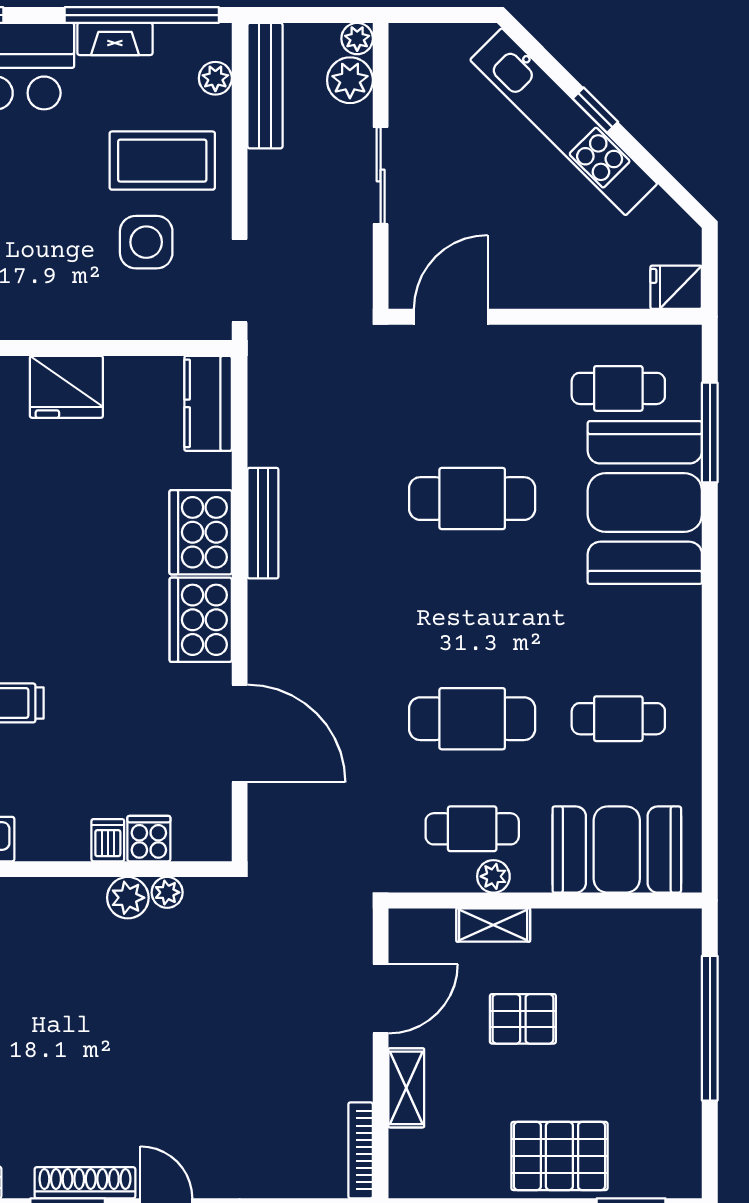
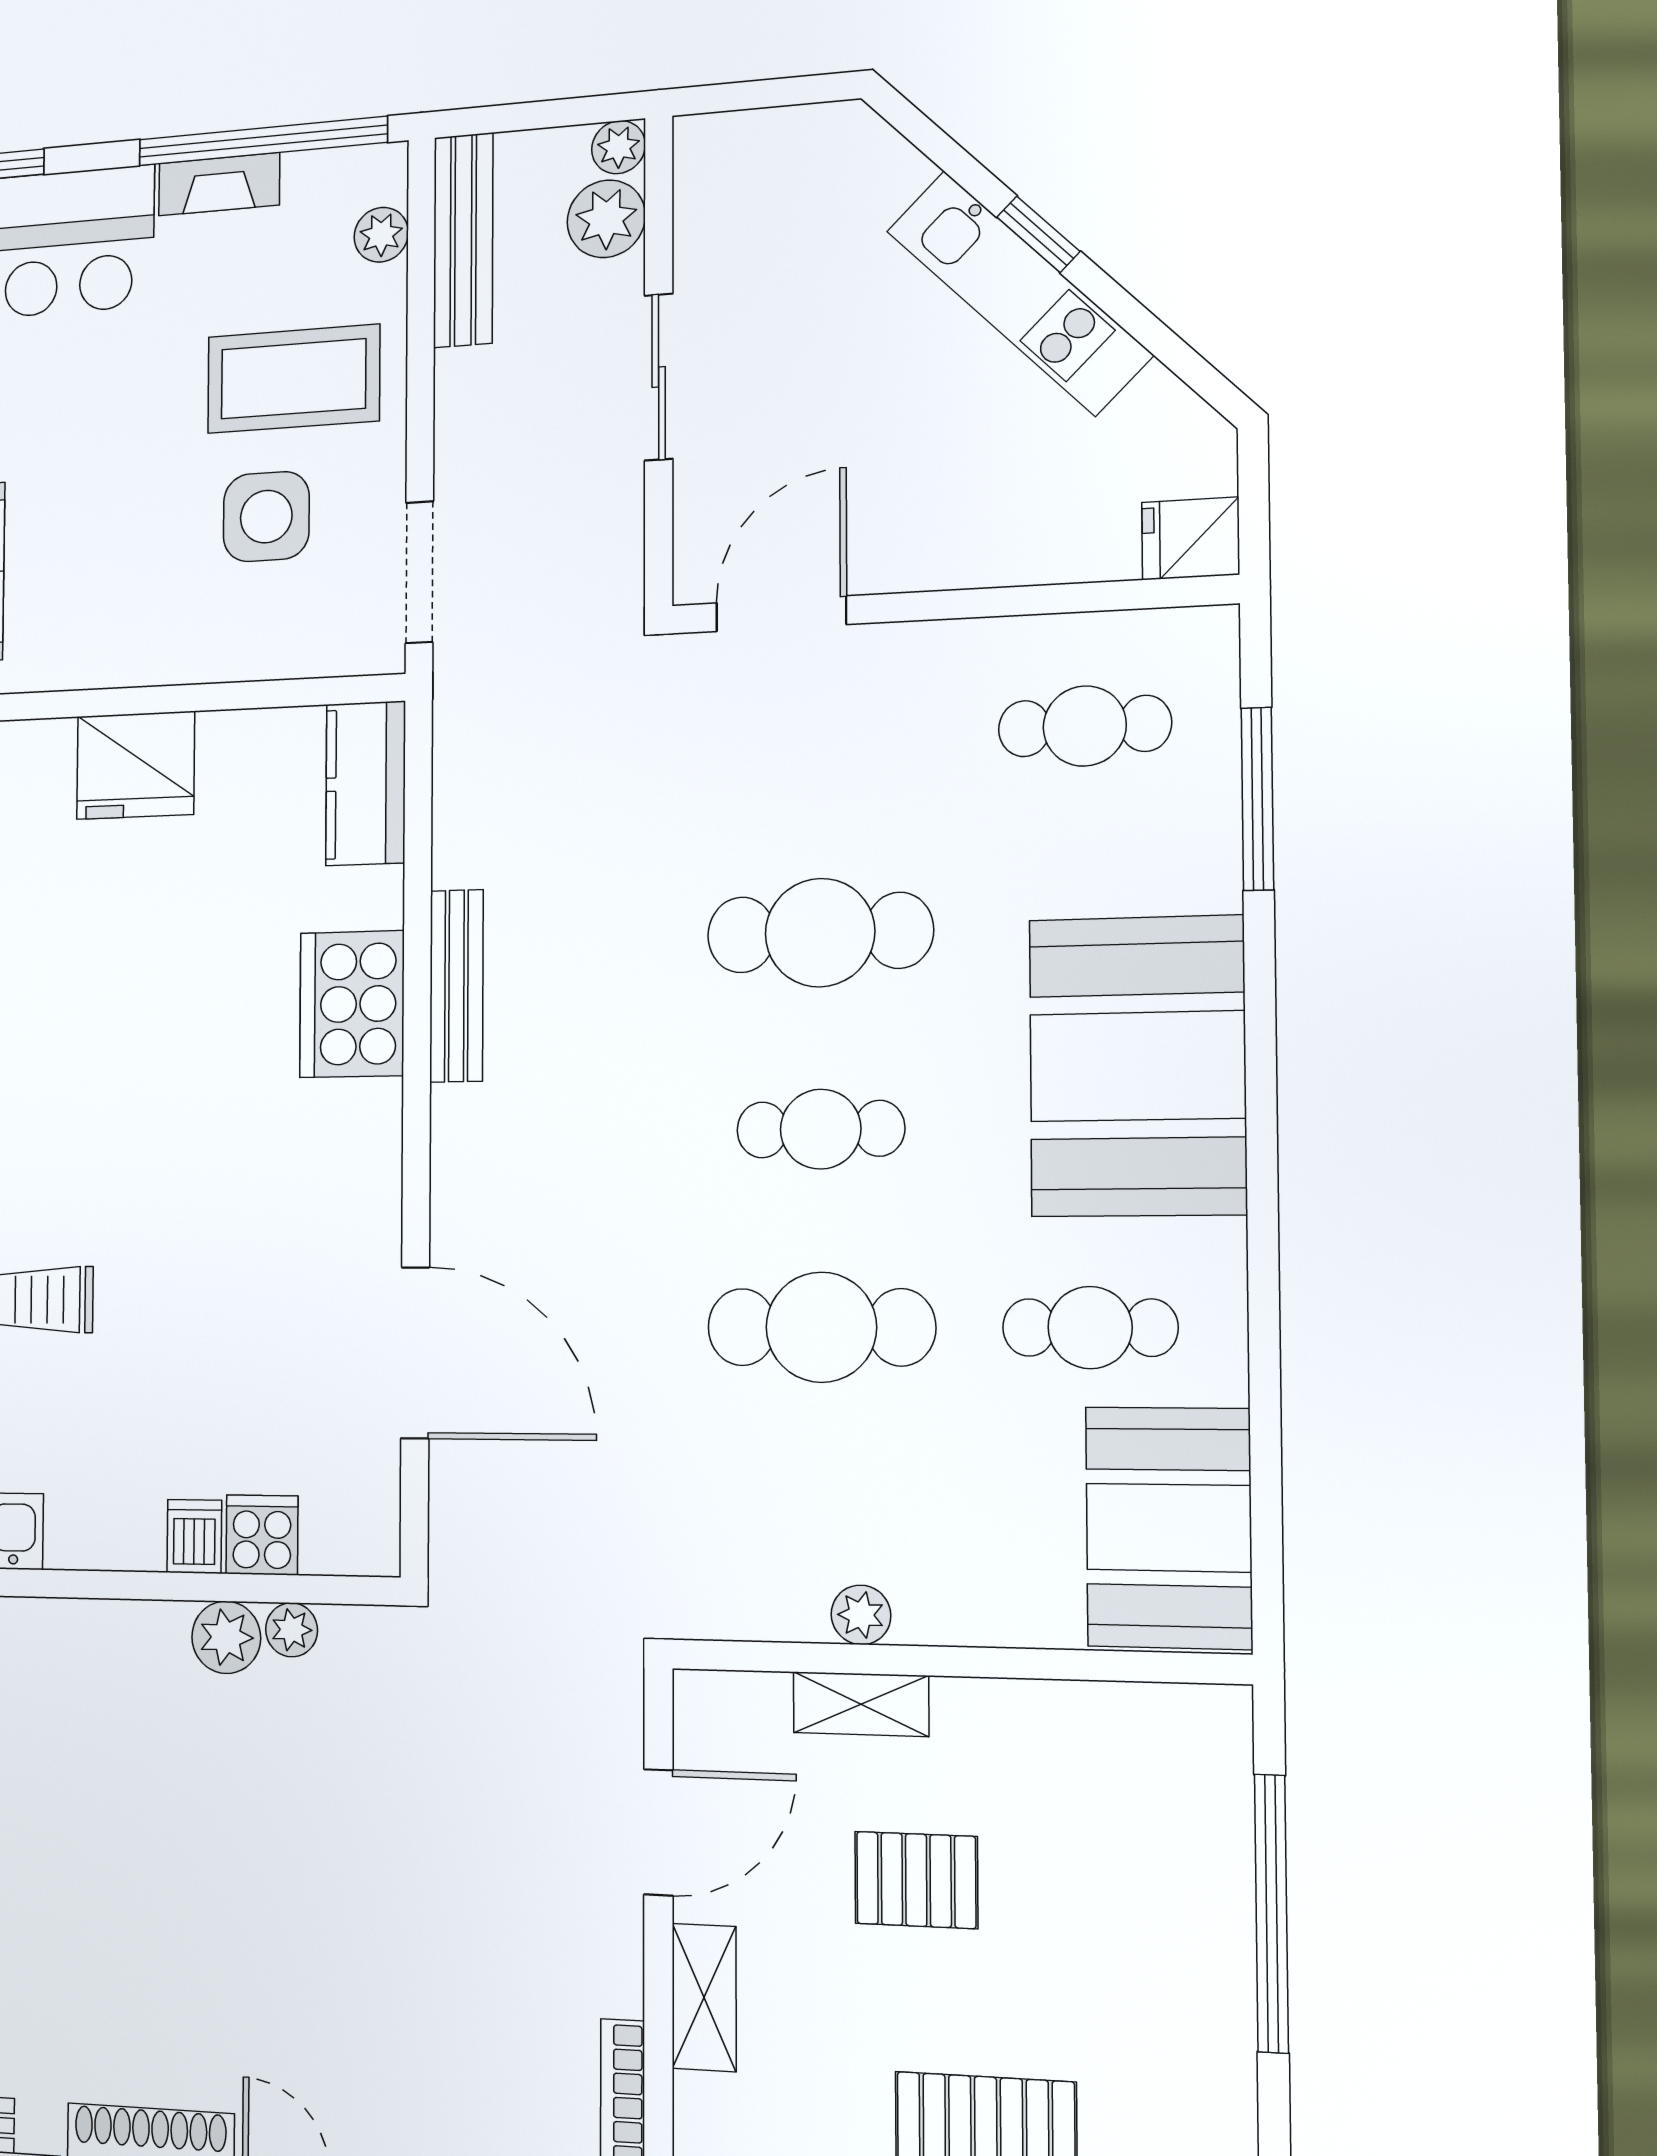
kitchen unit: (564, 122) -> (1019, 293), width x0.73
booth: (645, 503) -> (1137, 1066), moved
cooker: (201, 620) -> (351, 1155), removed
cafe table: (472, 829) -> (821, 1129), moved
booth: (617, 850) -> (1169, 1528), moved, turned 90

